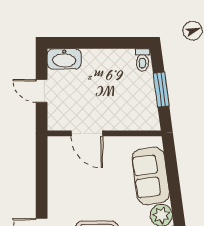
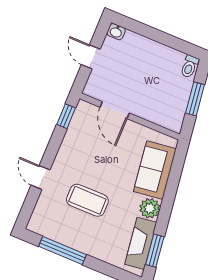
washbasin: (64, 59) -> (116, 32), width x0.52, depth x0.69
window: (42, 159) -> (66, 116), added

